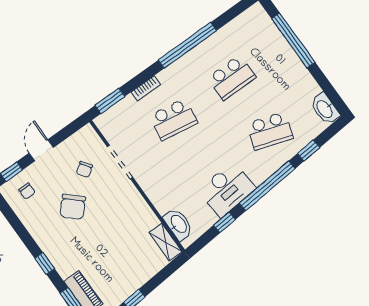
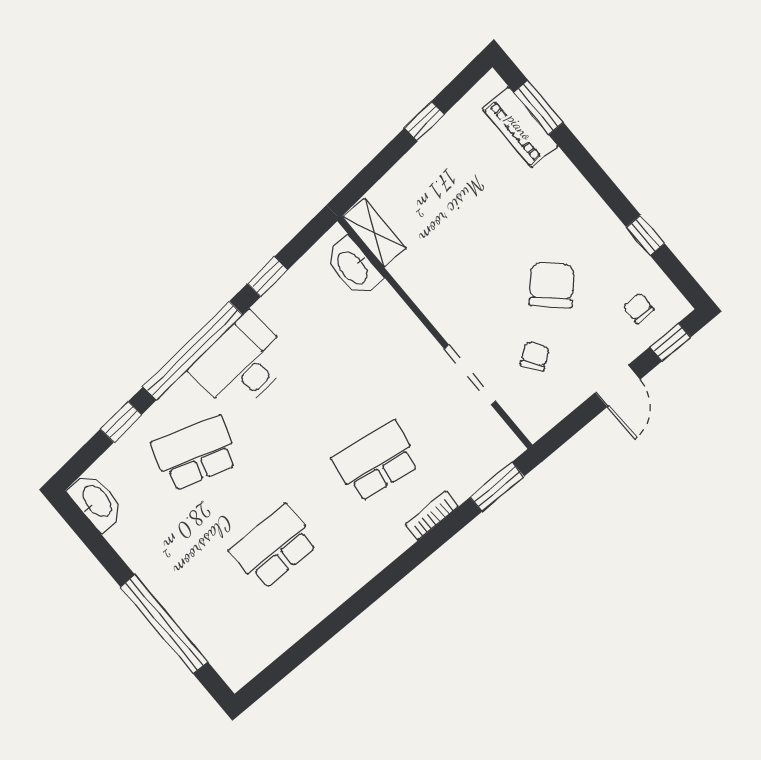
window: (187, 45) -> (361, 601), removed
desk: (227, 189) -> (242, 364), moved
window: (45, 263) -> (645, 235), moved

